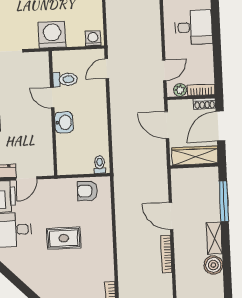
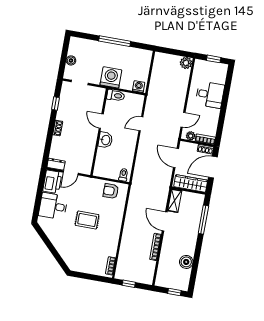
door: (107, 69) -> (141, 124), moved
toilet: (65, 79) -> (116, 95), moved
shelving: (214, 238) -> (175, 201), moved

